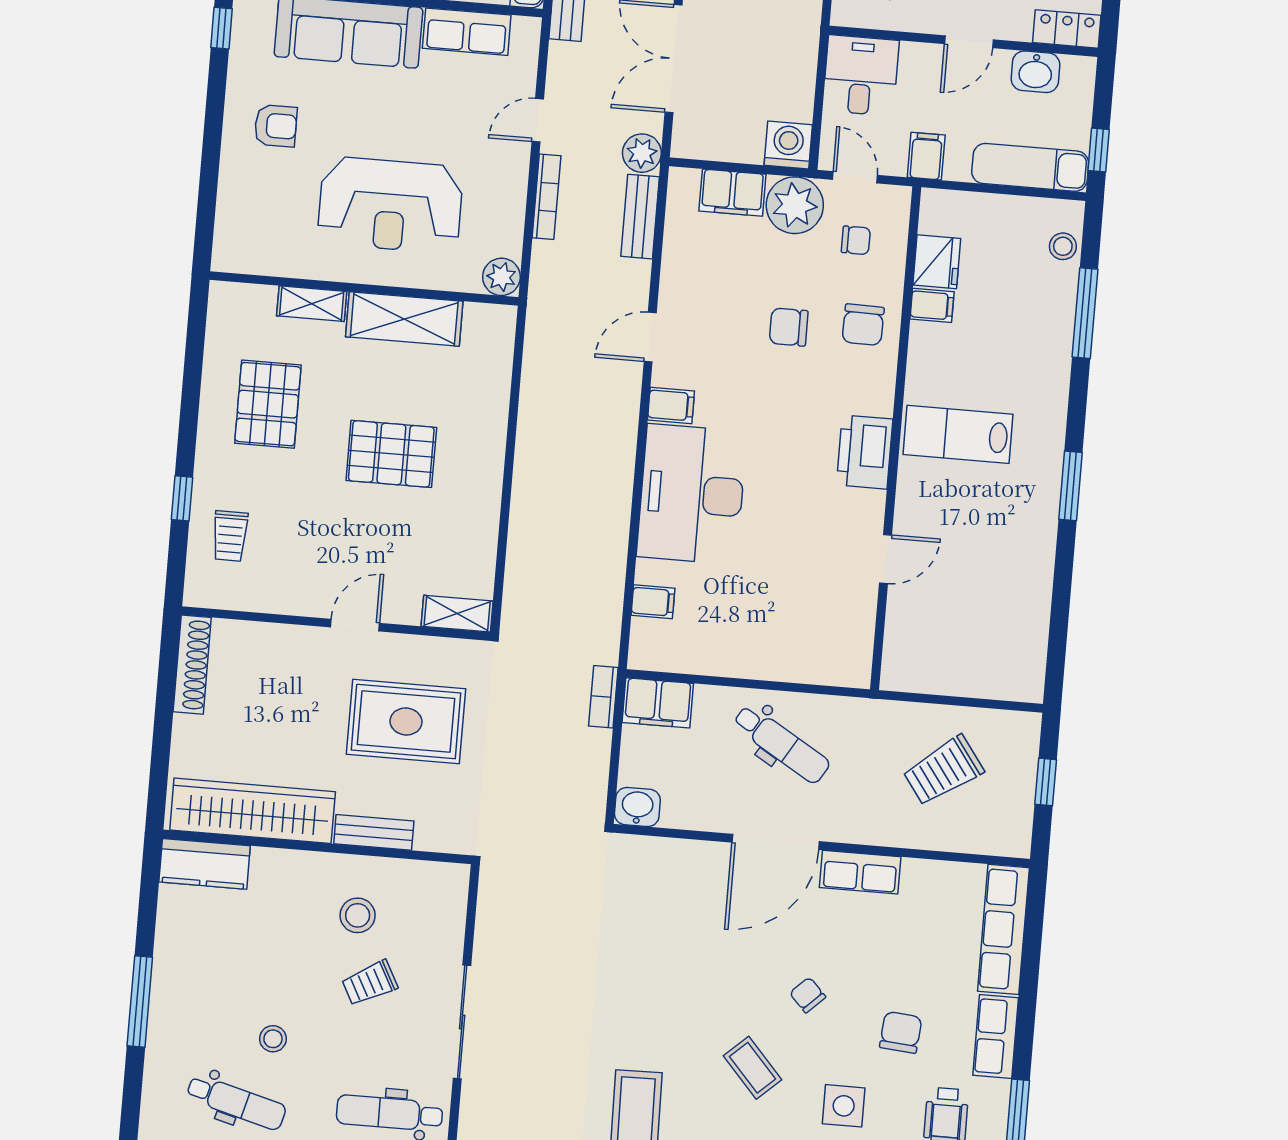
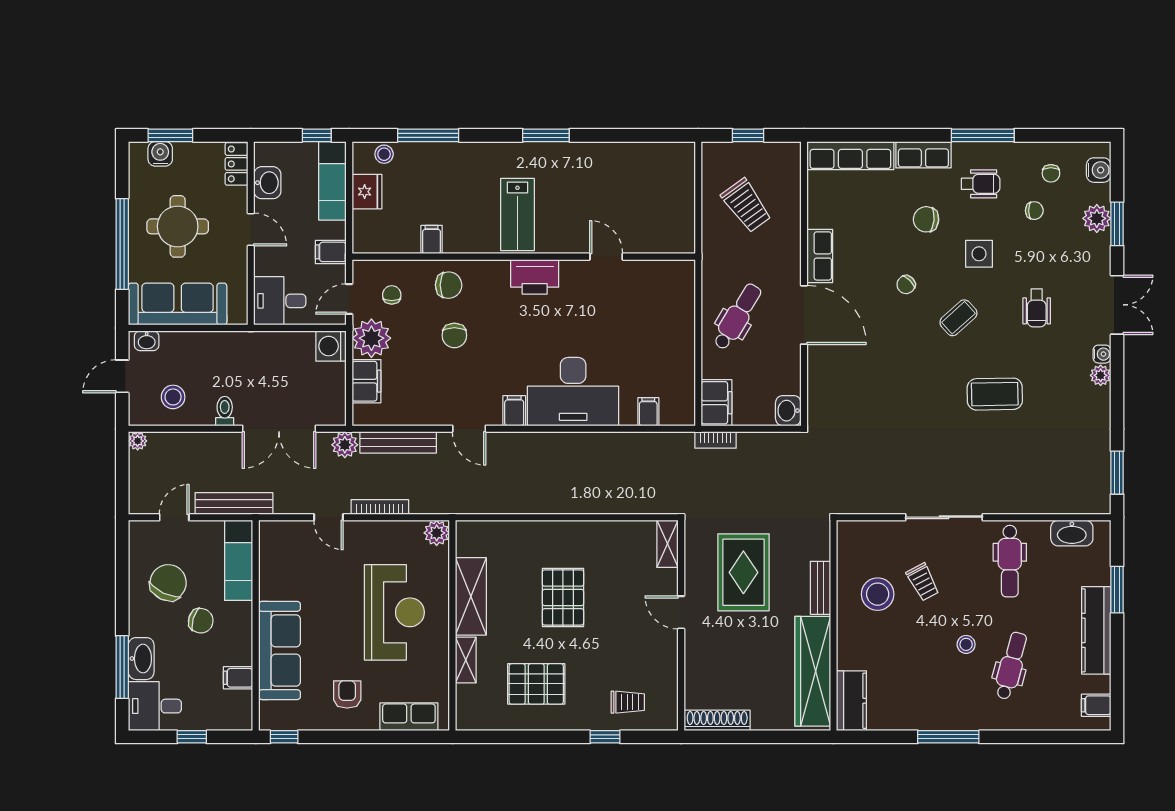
row of seats: (467, 32) -> (409, 717), moved, turned -90
bench: (640, 217) -> (398, 442), width x1.36
fridge: (937, 262) -> (367, 192), moved, turned 90
stool: (358, 915) -> (878, 594), width x1.38, depth x1.38

